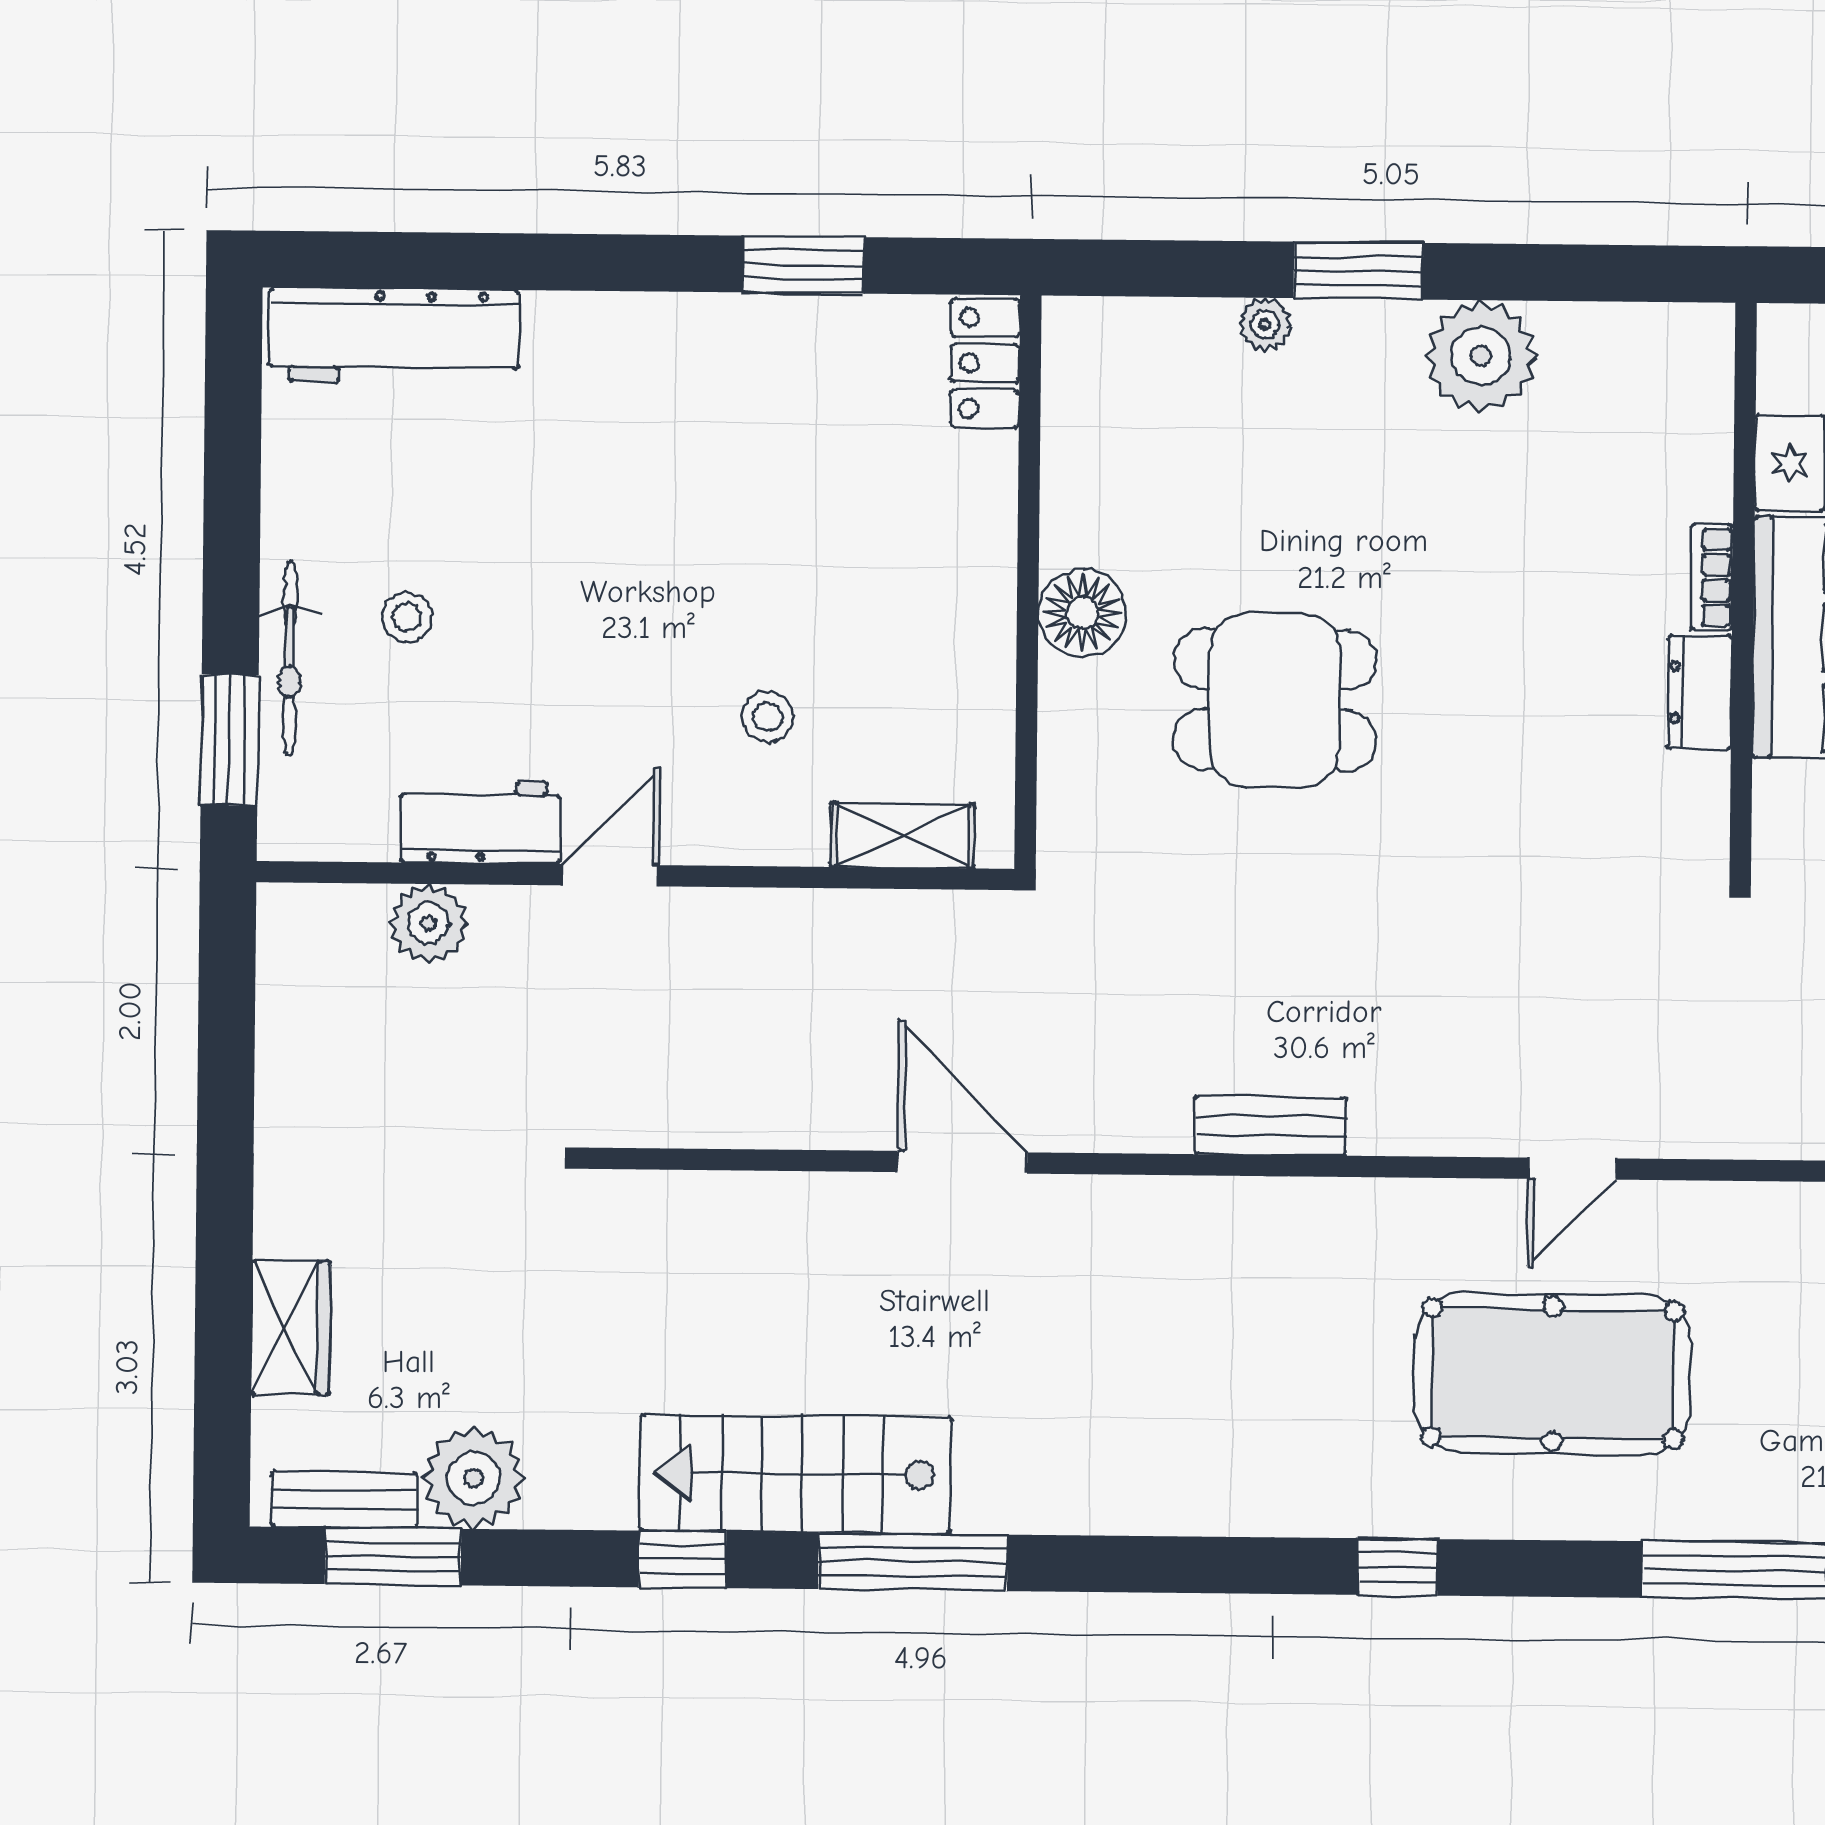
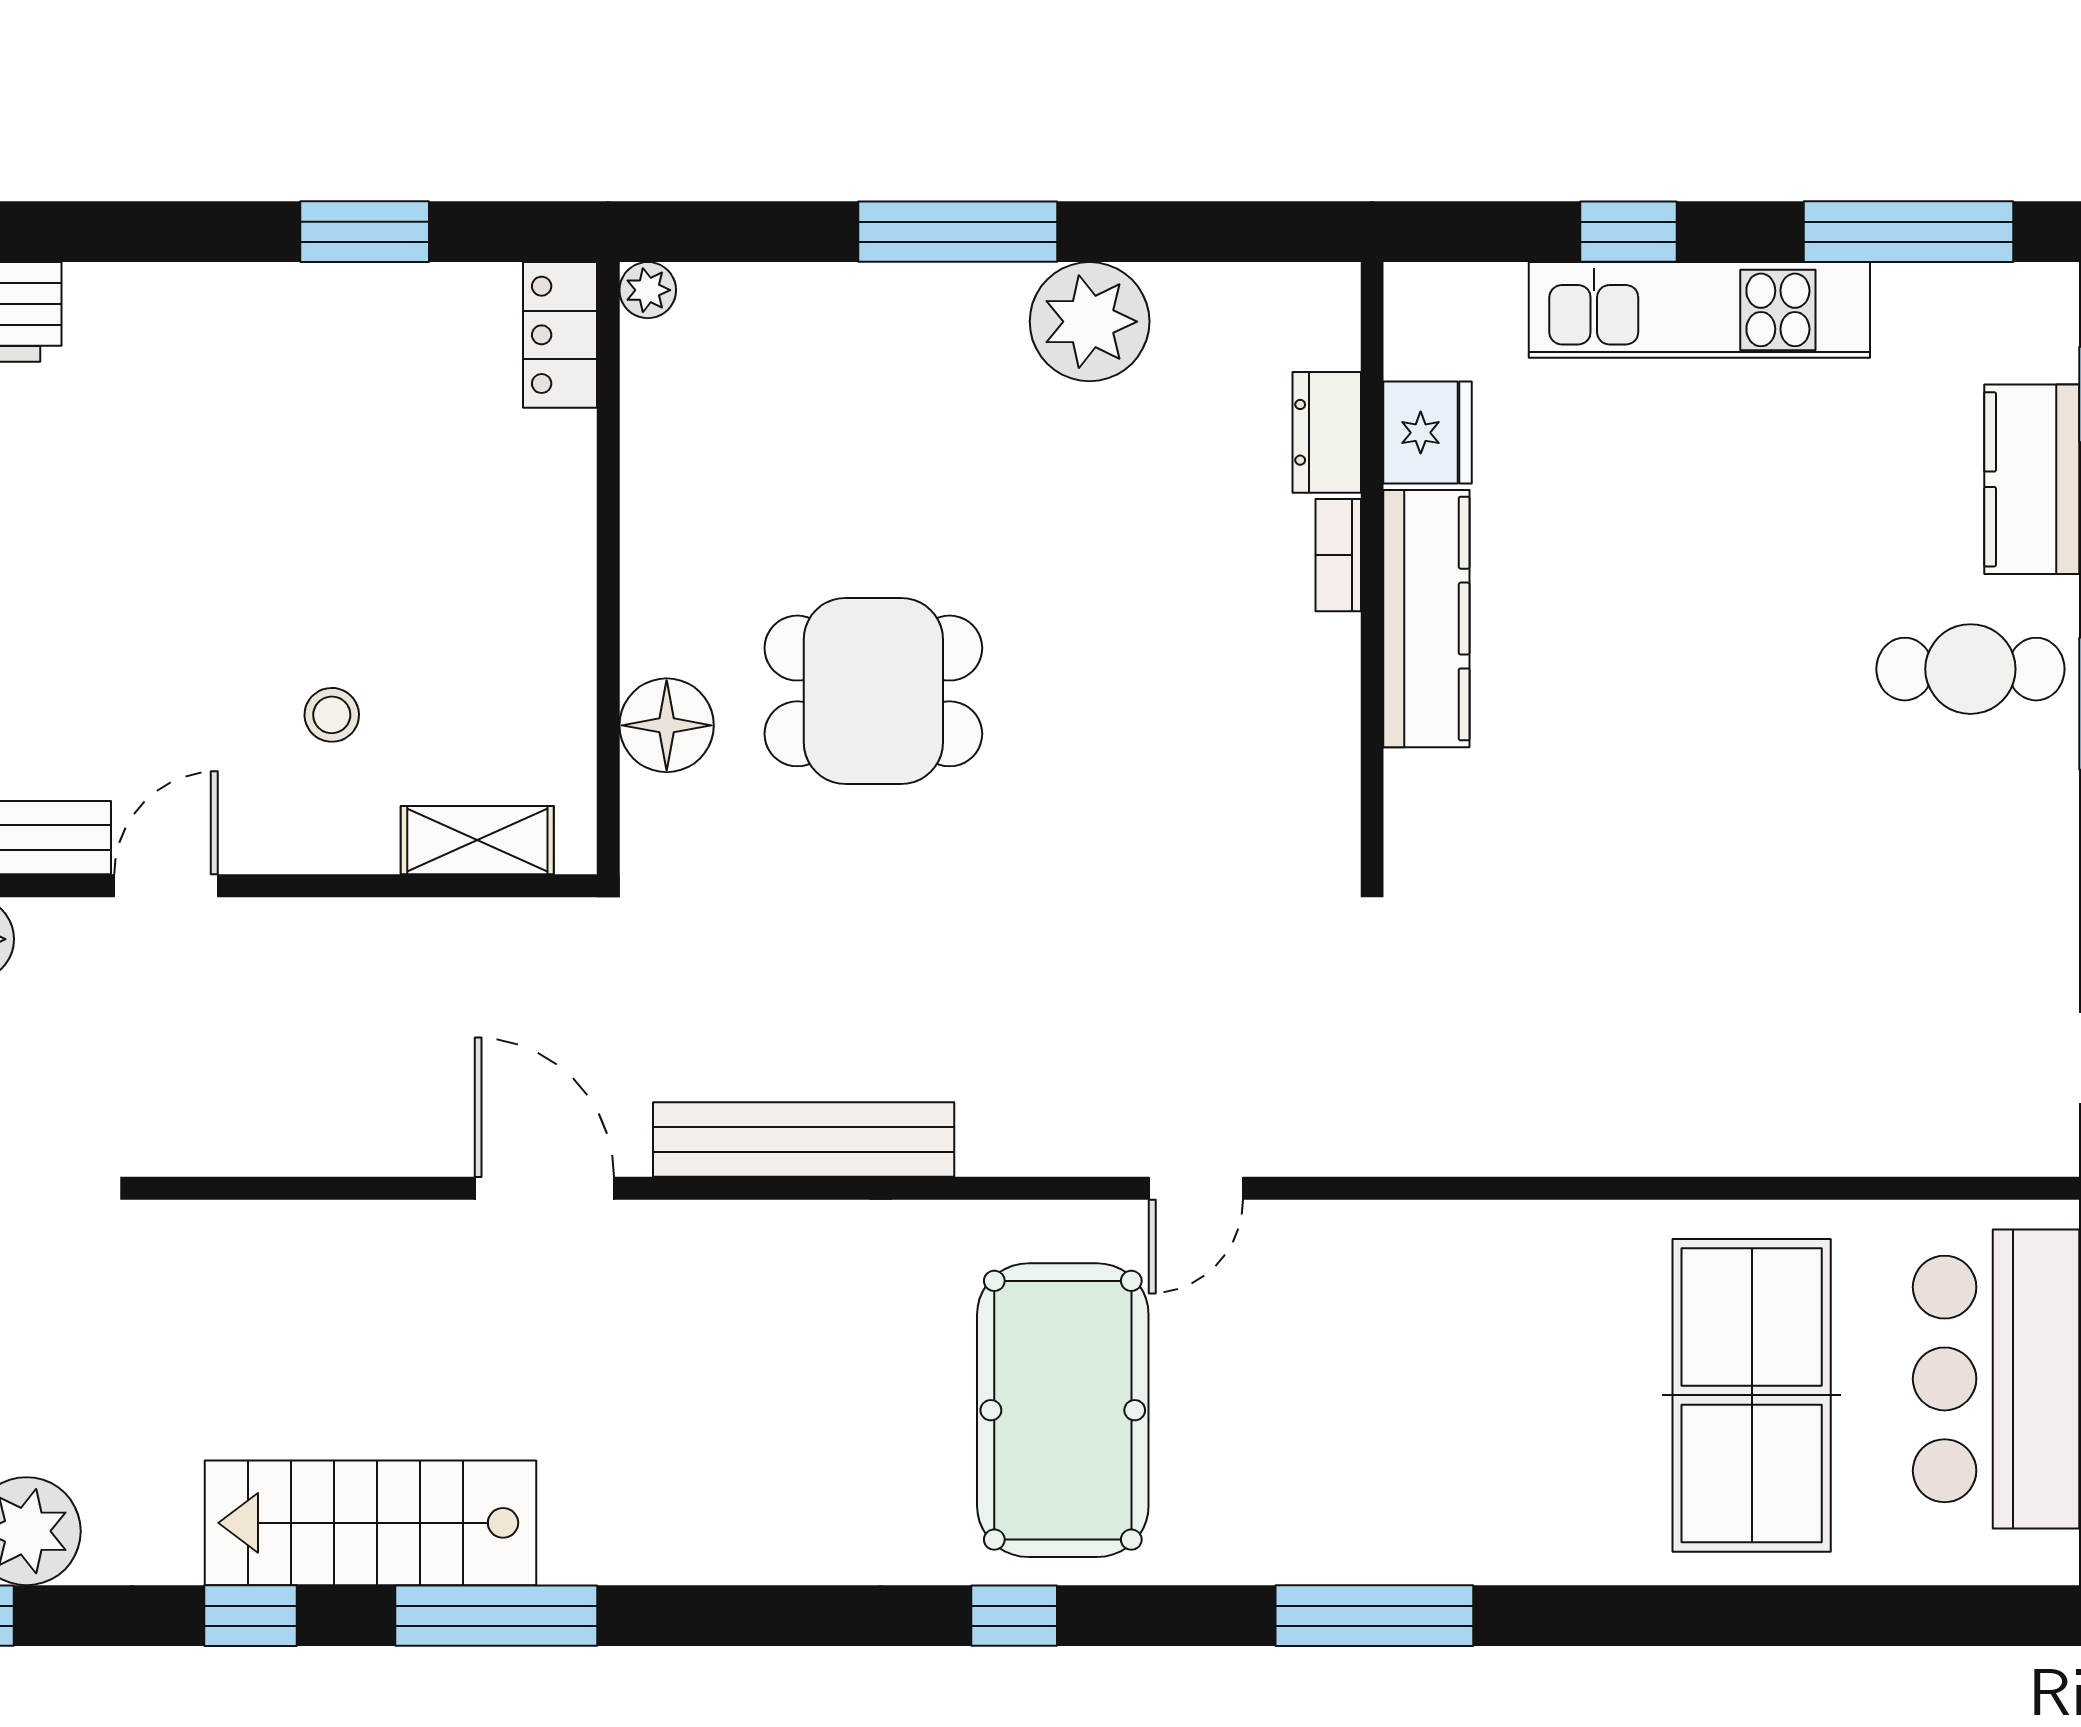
window: (1358, 271) -> (958, 232), width x1.44
plant: (1265, 324) -> (648, 290), moved
floor lamp: (1082, 613) -> (667, 725), moved
dresser: (1700, 692) -> (1327, 432), moved
bench: (1270, 1126) -> (804, 1140), width x1.86, depth x1.21
pool table: (1553, 1374) -> (1063, 1410), moved, turned 90

